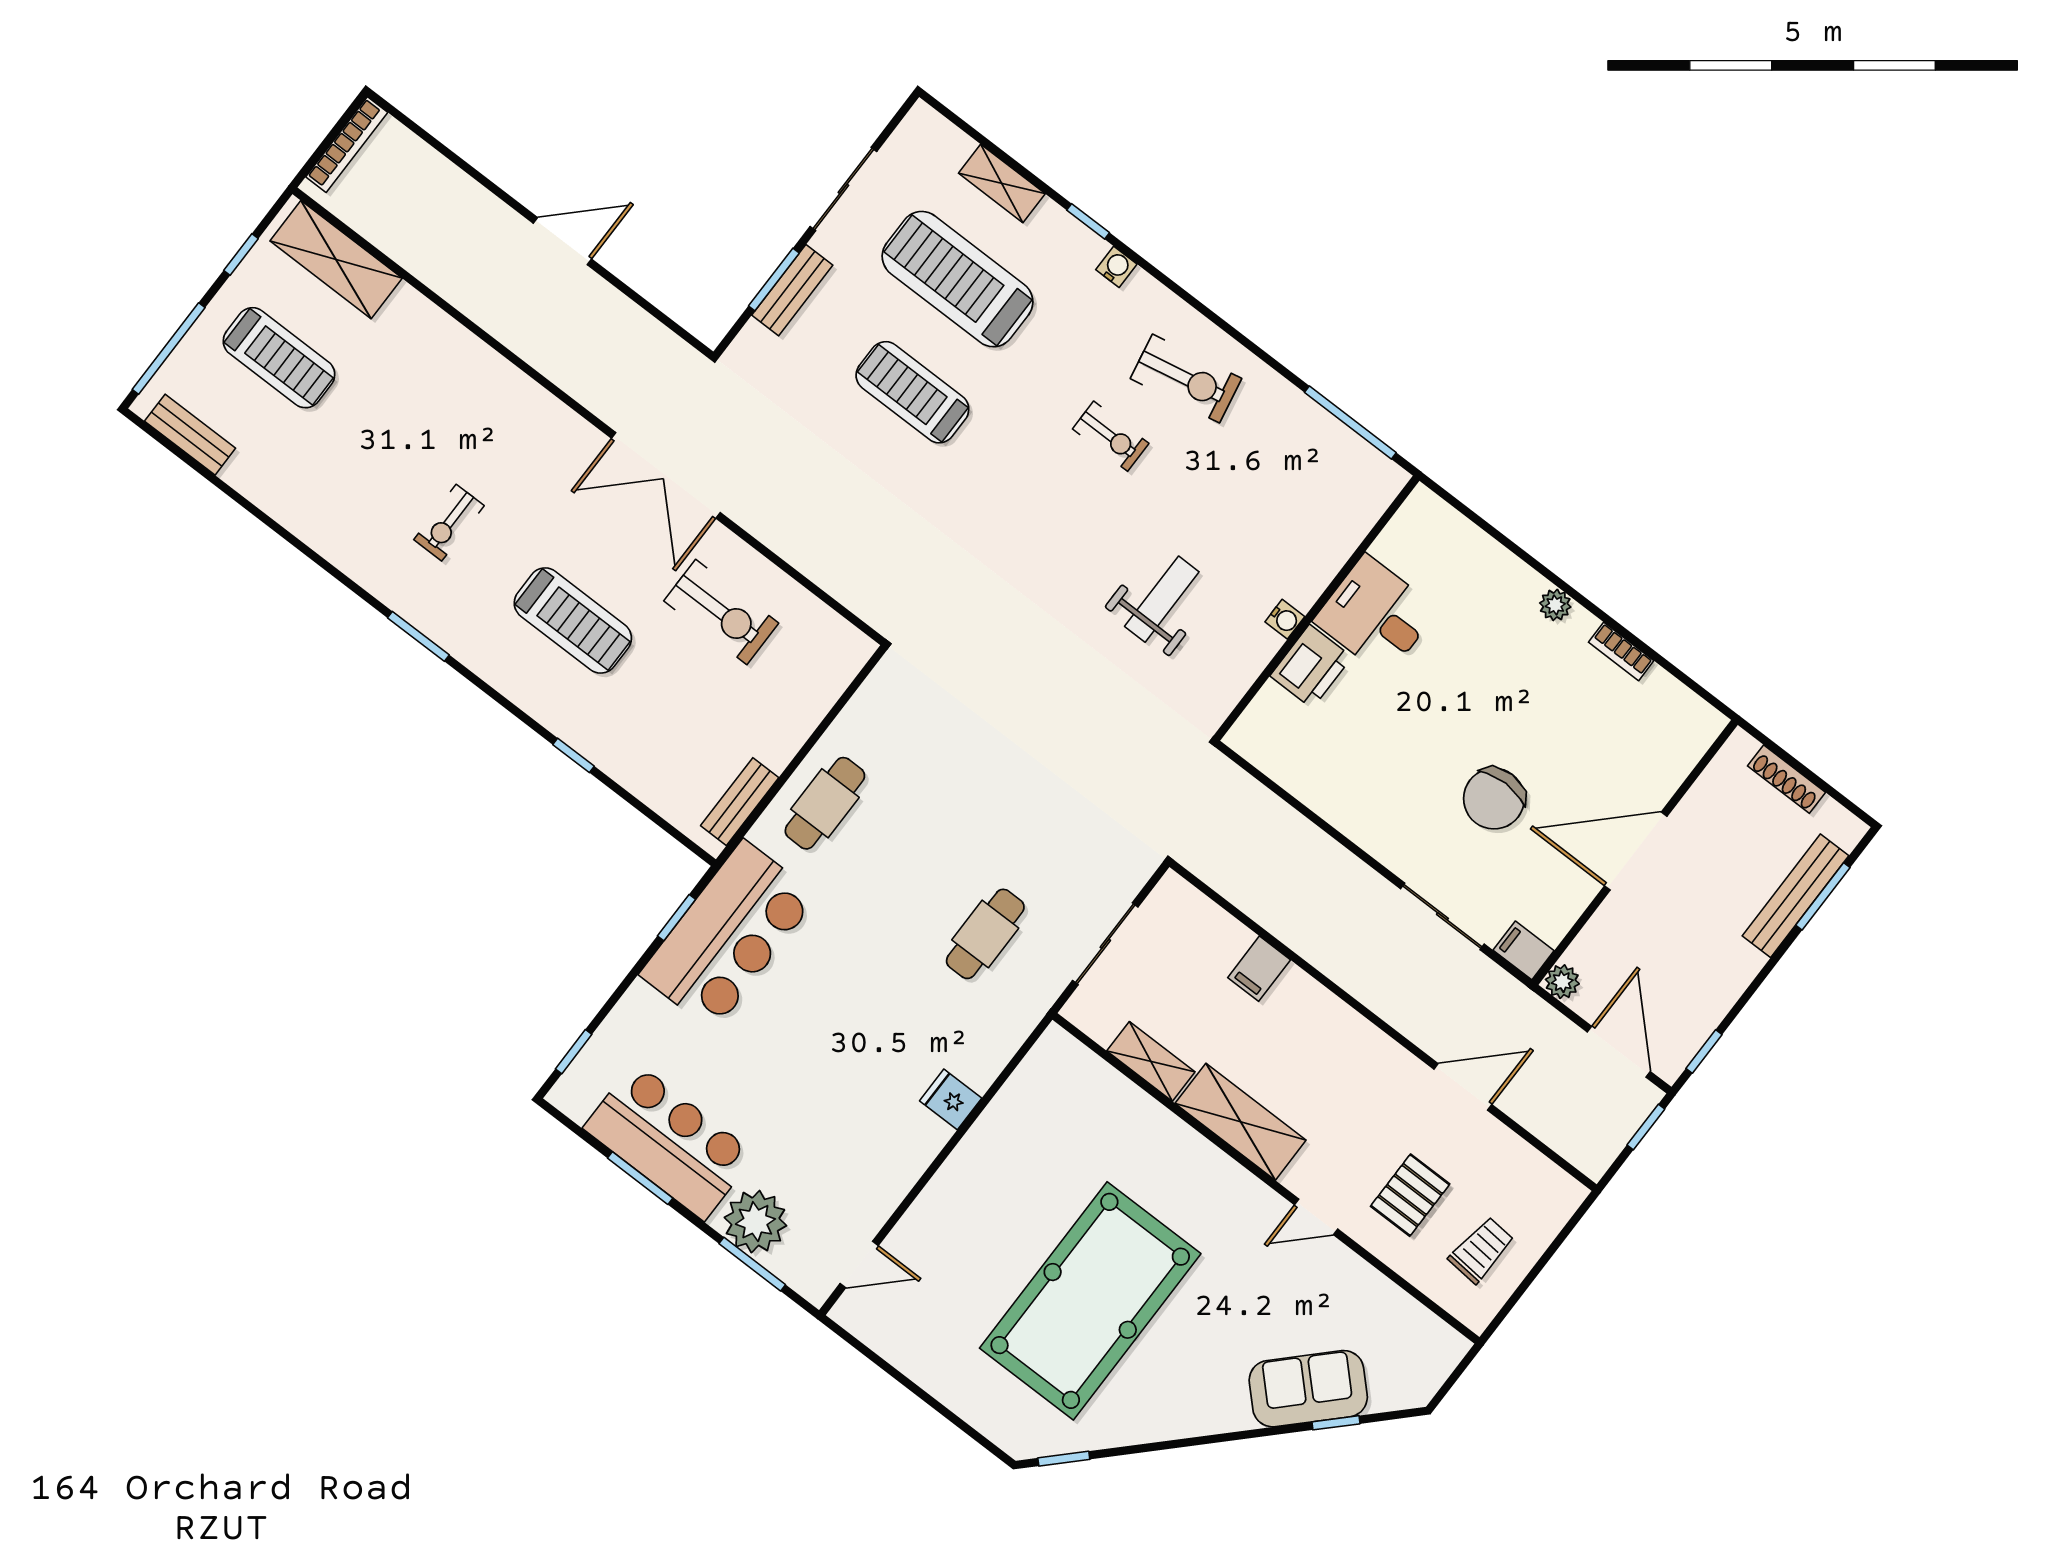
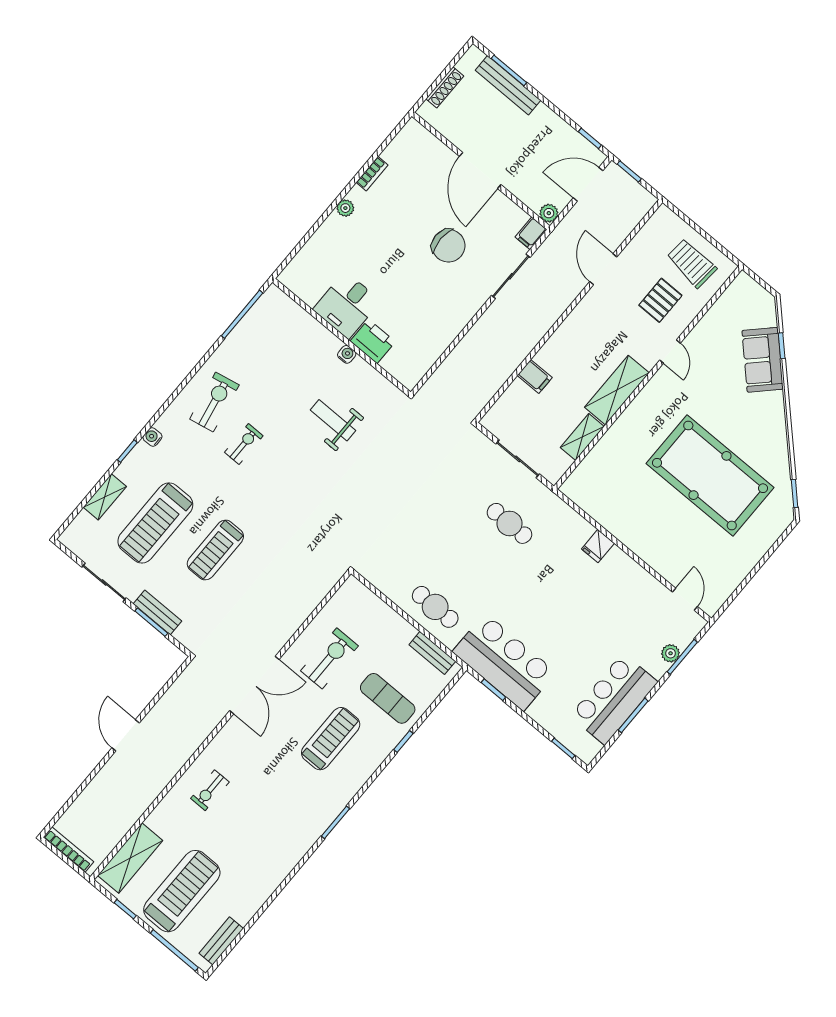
treadmill: (279, 358) -> (182, 891), width x1.37, depth x1.38
exercise bike: (449, 523) -> (210, 790), moved, turned 90
exercise mat: (652, 723) -> (388, 698), added
pallet: (1410, 1195) -> (660, 300), turned 90
plant: (755, 1222) -> (671, 653), width x0.53, depth x0.53
trolley: (1481, 1250) -> (692, 263), width x1.36, depth x1.39

